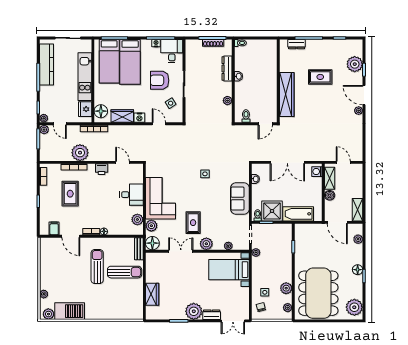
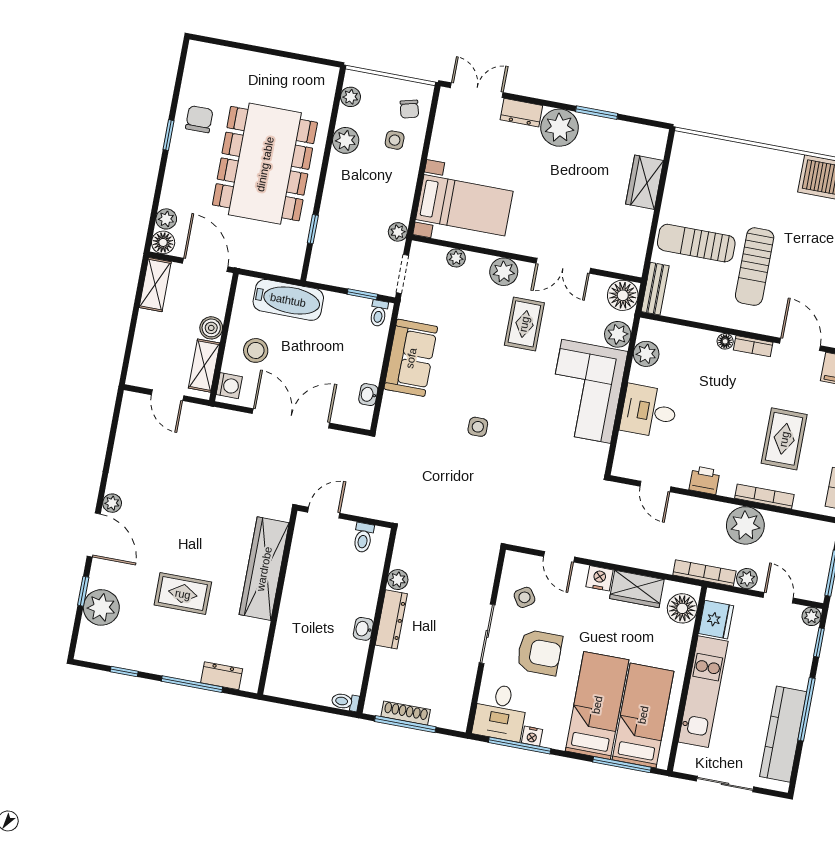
dresser: (227, 69) -> (391, 619), moved
plant: (44, 130) -> (747, 579), moved
stool: (308, 189) -> (256, 350), added
shower: (272, 211) -> (345, 317), removed
floor lamp: (358, 270) -> (163, 242), moved
chair: (352, 286) -> (199, 119), added
dining table: (318, 293) -> (265, 164), moved
plant: (354, 307) -> (203, 70), removed

